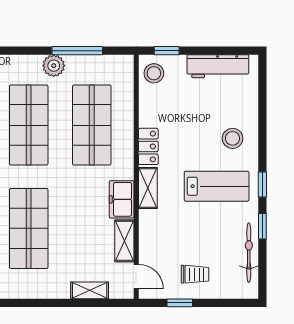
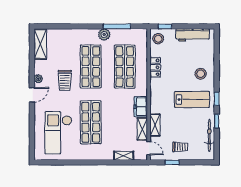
locker: (148, 146) -> (155, 67), moved
shelving: (148, 188) -> (155, 125), moved

